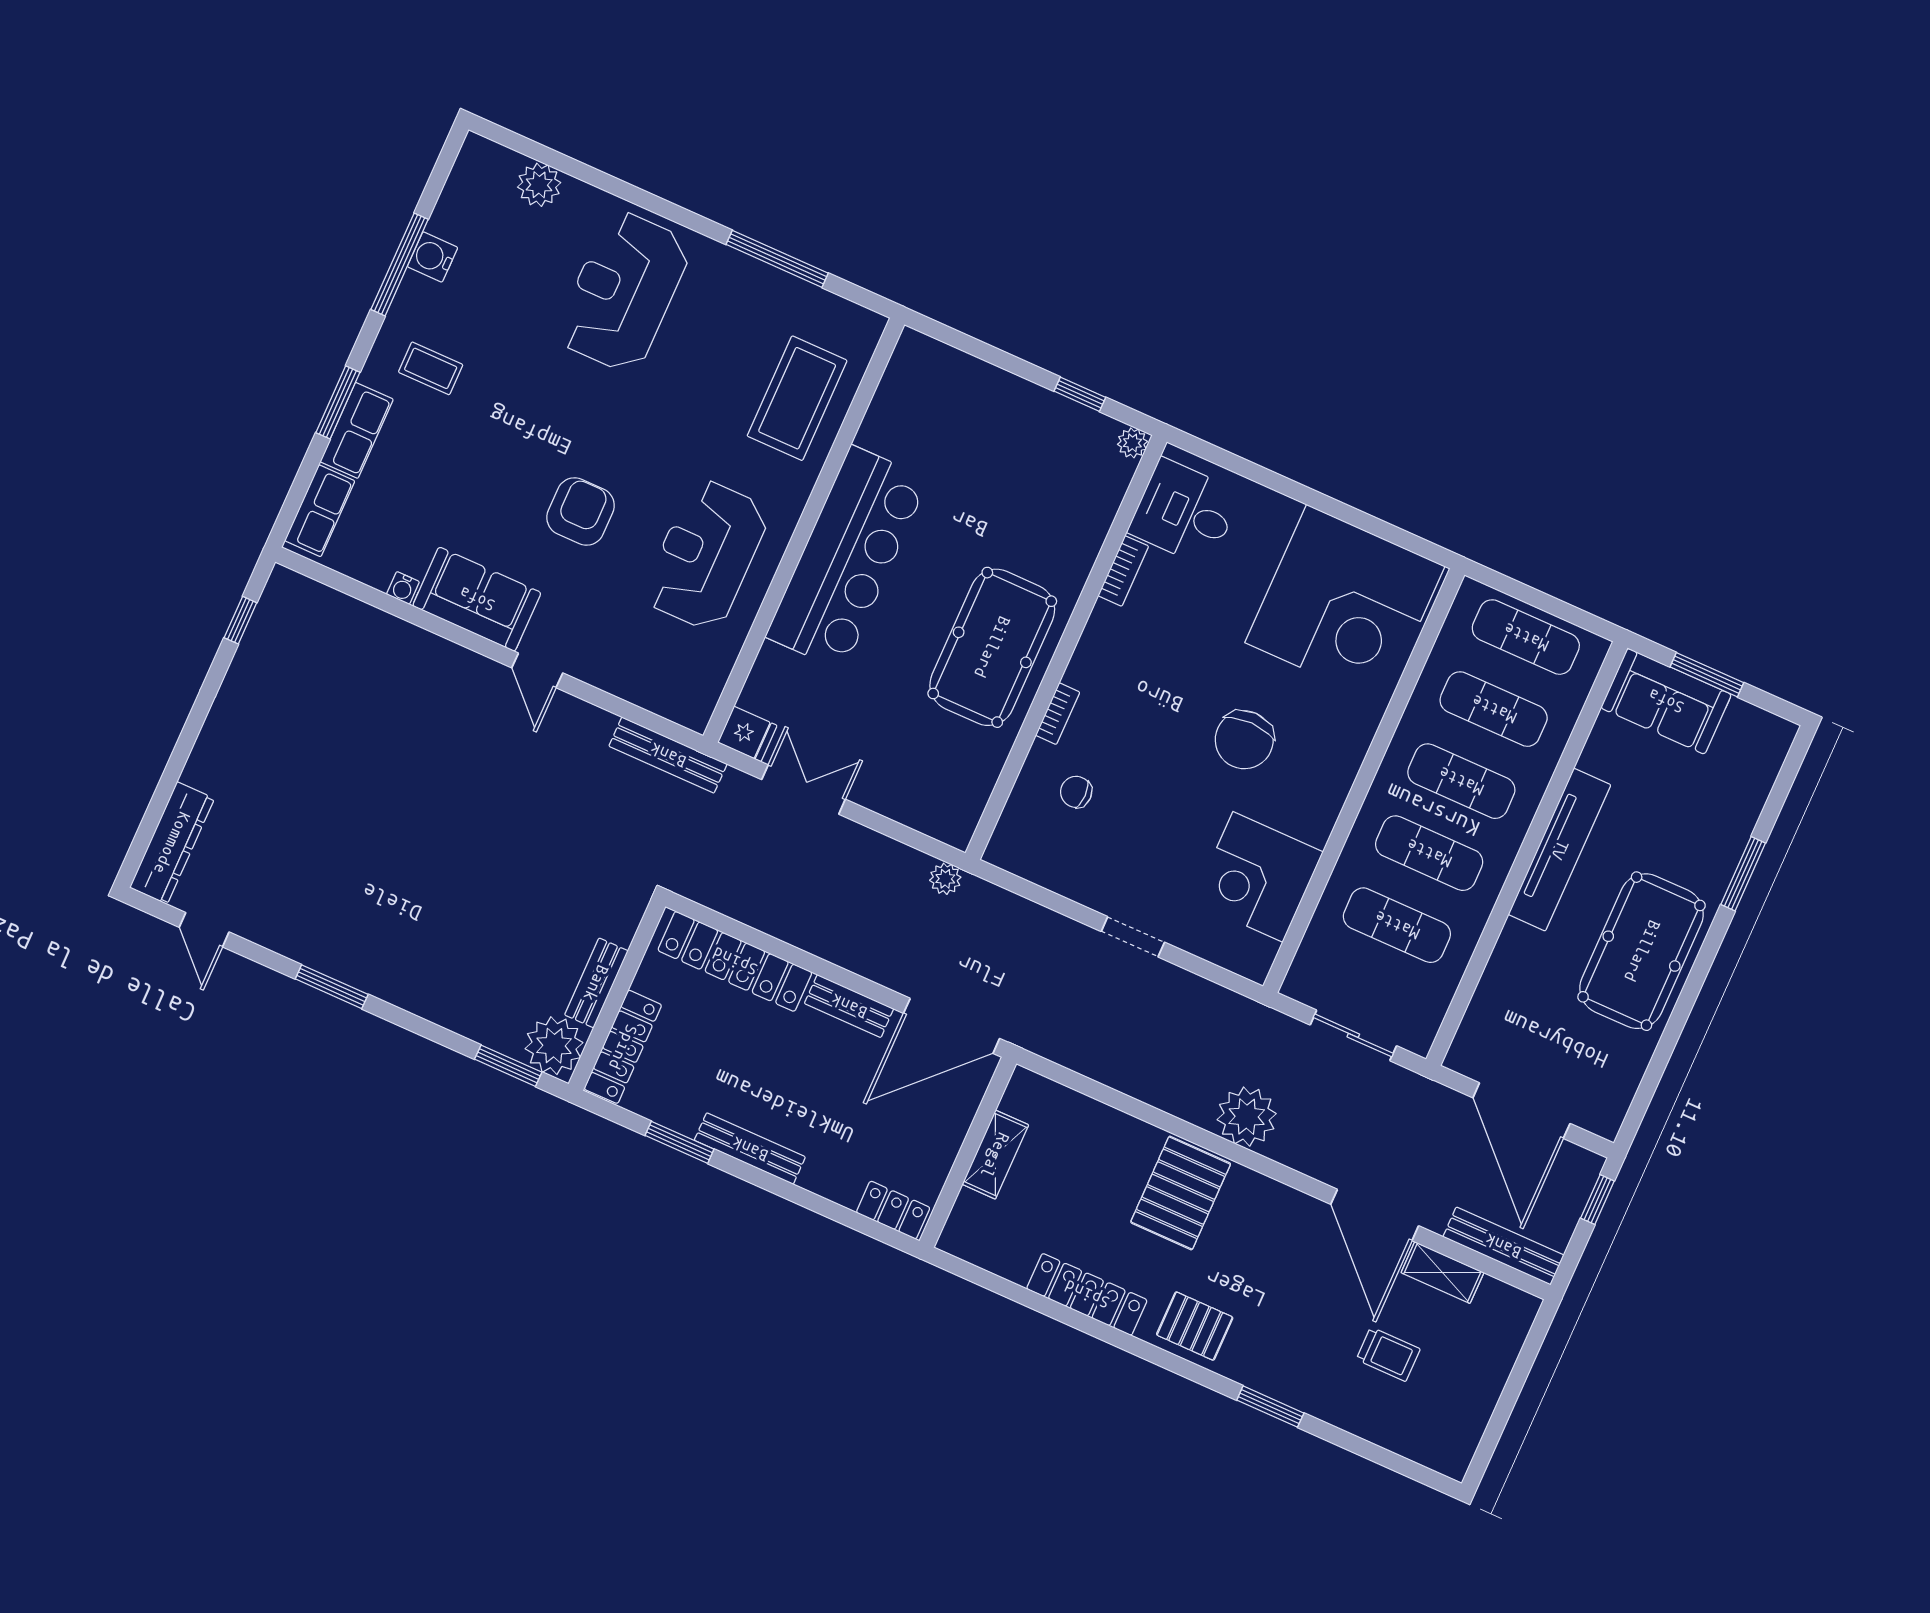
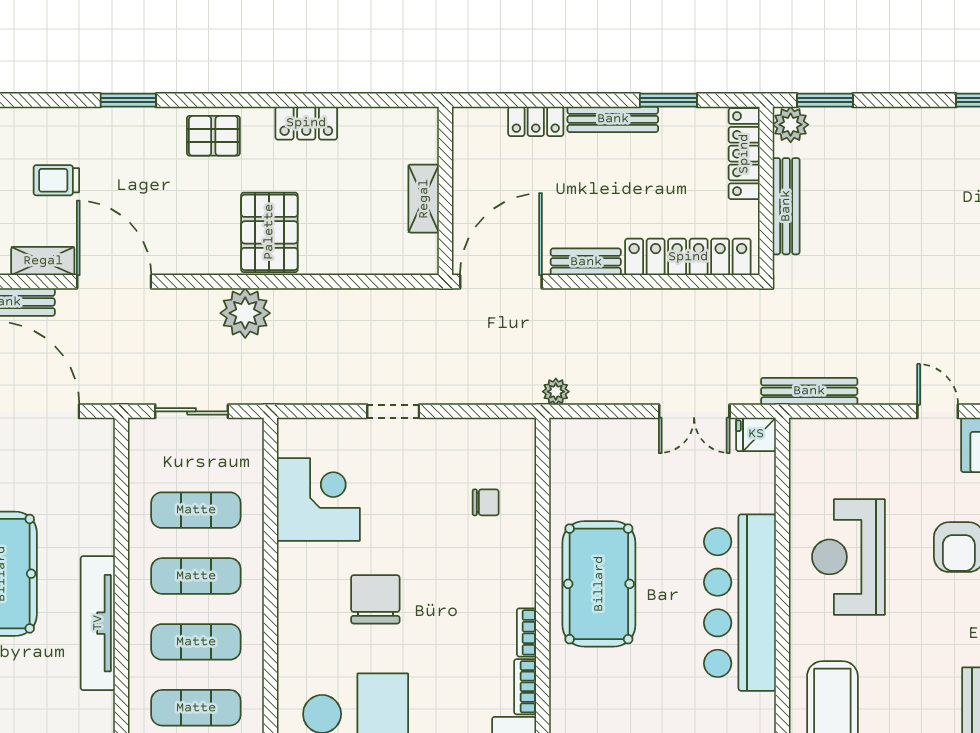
reception desk: (706, 555) -> (848, 557), turned 180
bookcase: (1058, 714) -> (526, 632), moved
bench: (596, 983) -> (786, 206), width x1.36
plant: (554, 1046) -> (791, 125), width x0.73, depth x0.73
locker: (893, 1210) -> (536, 121), moved
locker: (1087, 1294) -> (306, 123), width x0.66

